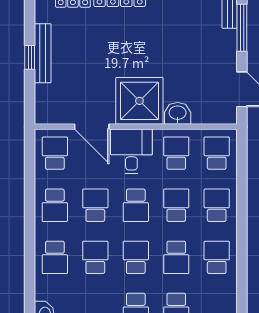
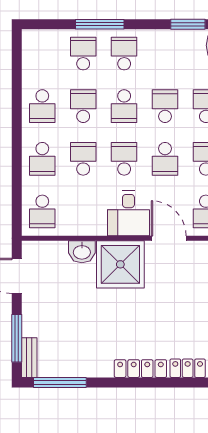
school desk: (176, 153) -> (83, 211), removed
school desk: (176, 205) -> (83, 159), turned 180
school desk: (95, 257) -> (165, 106), turned 180

